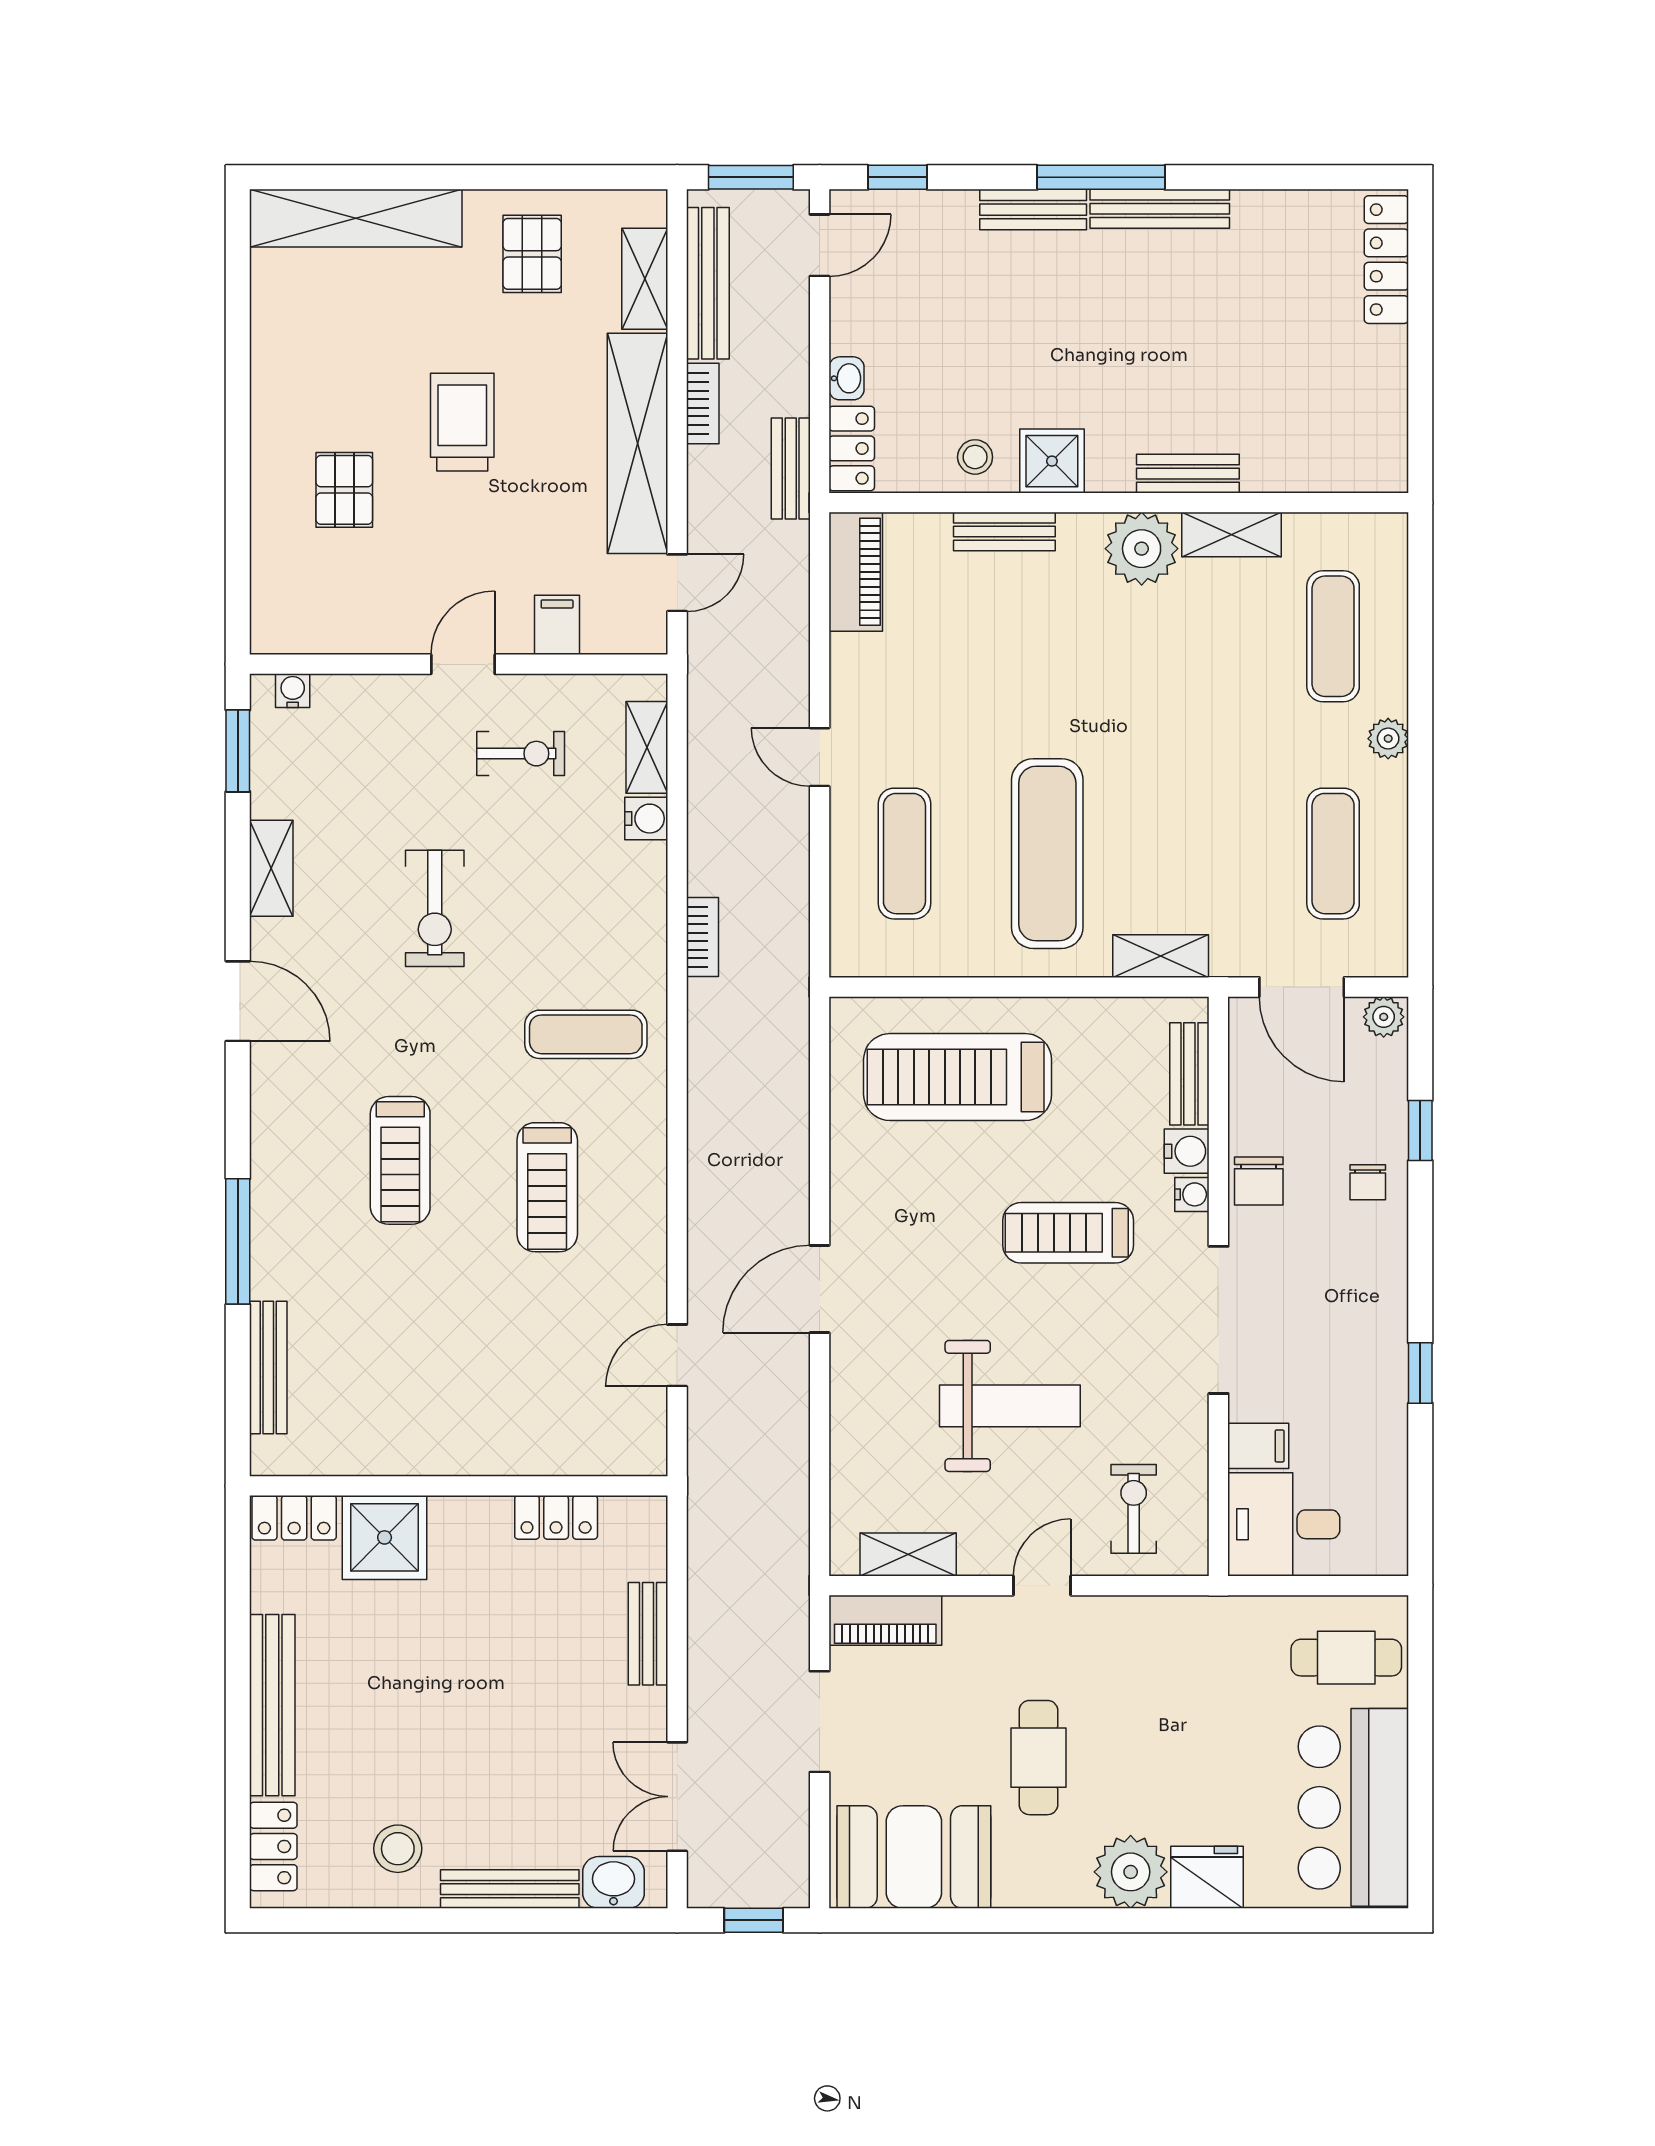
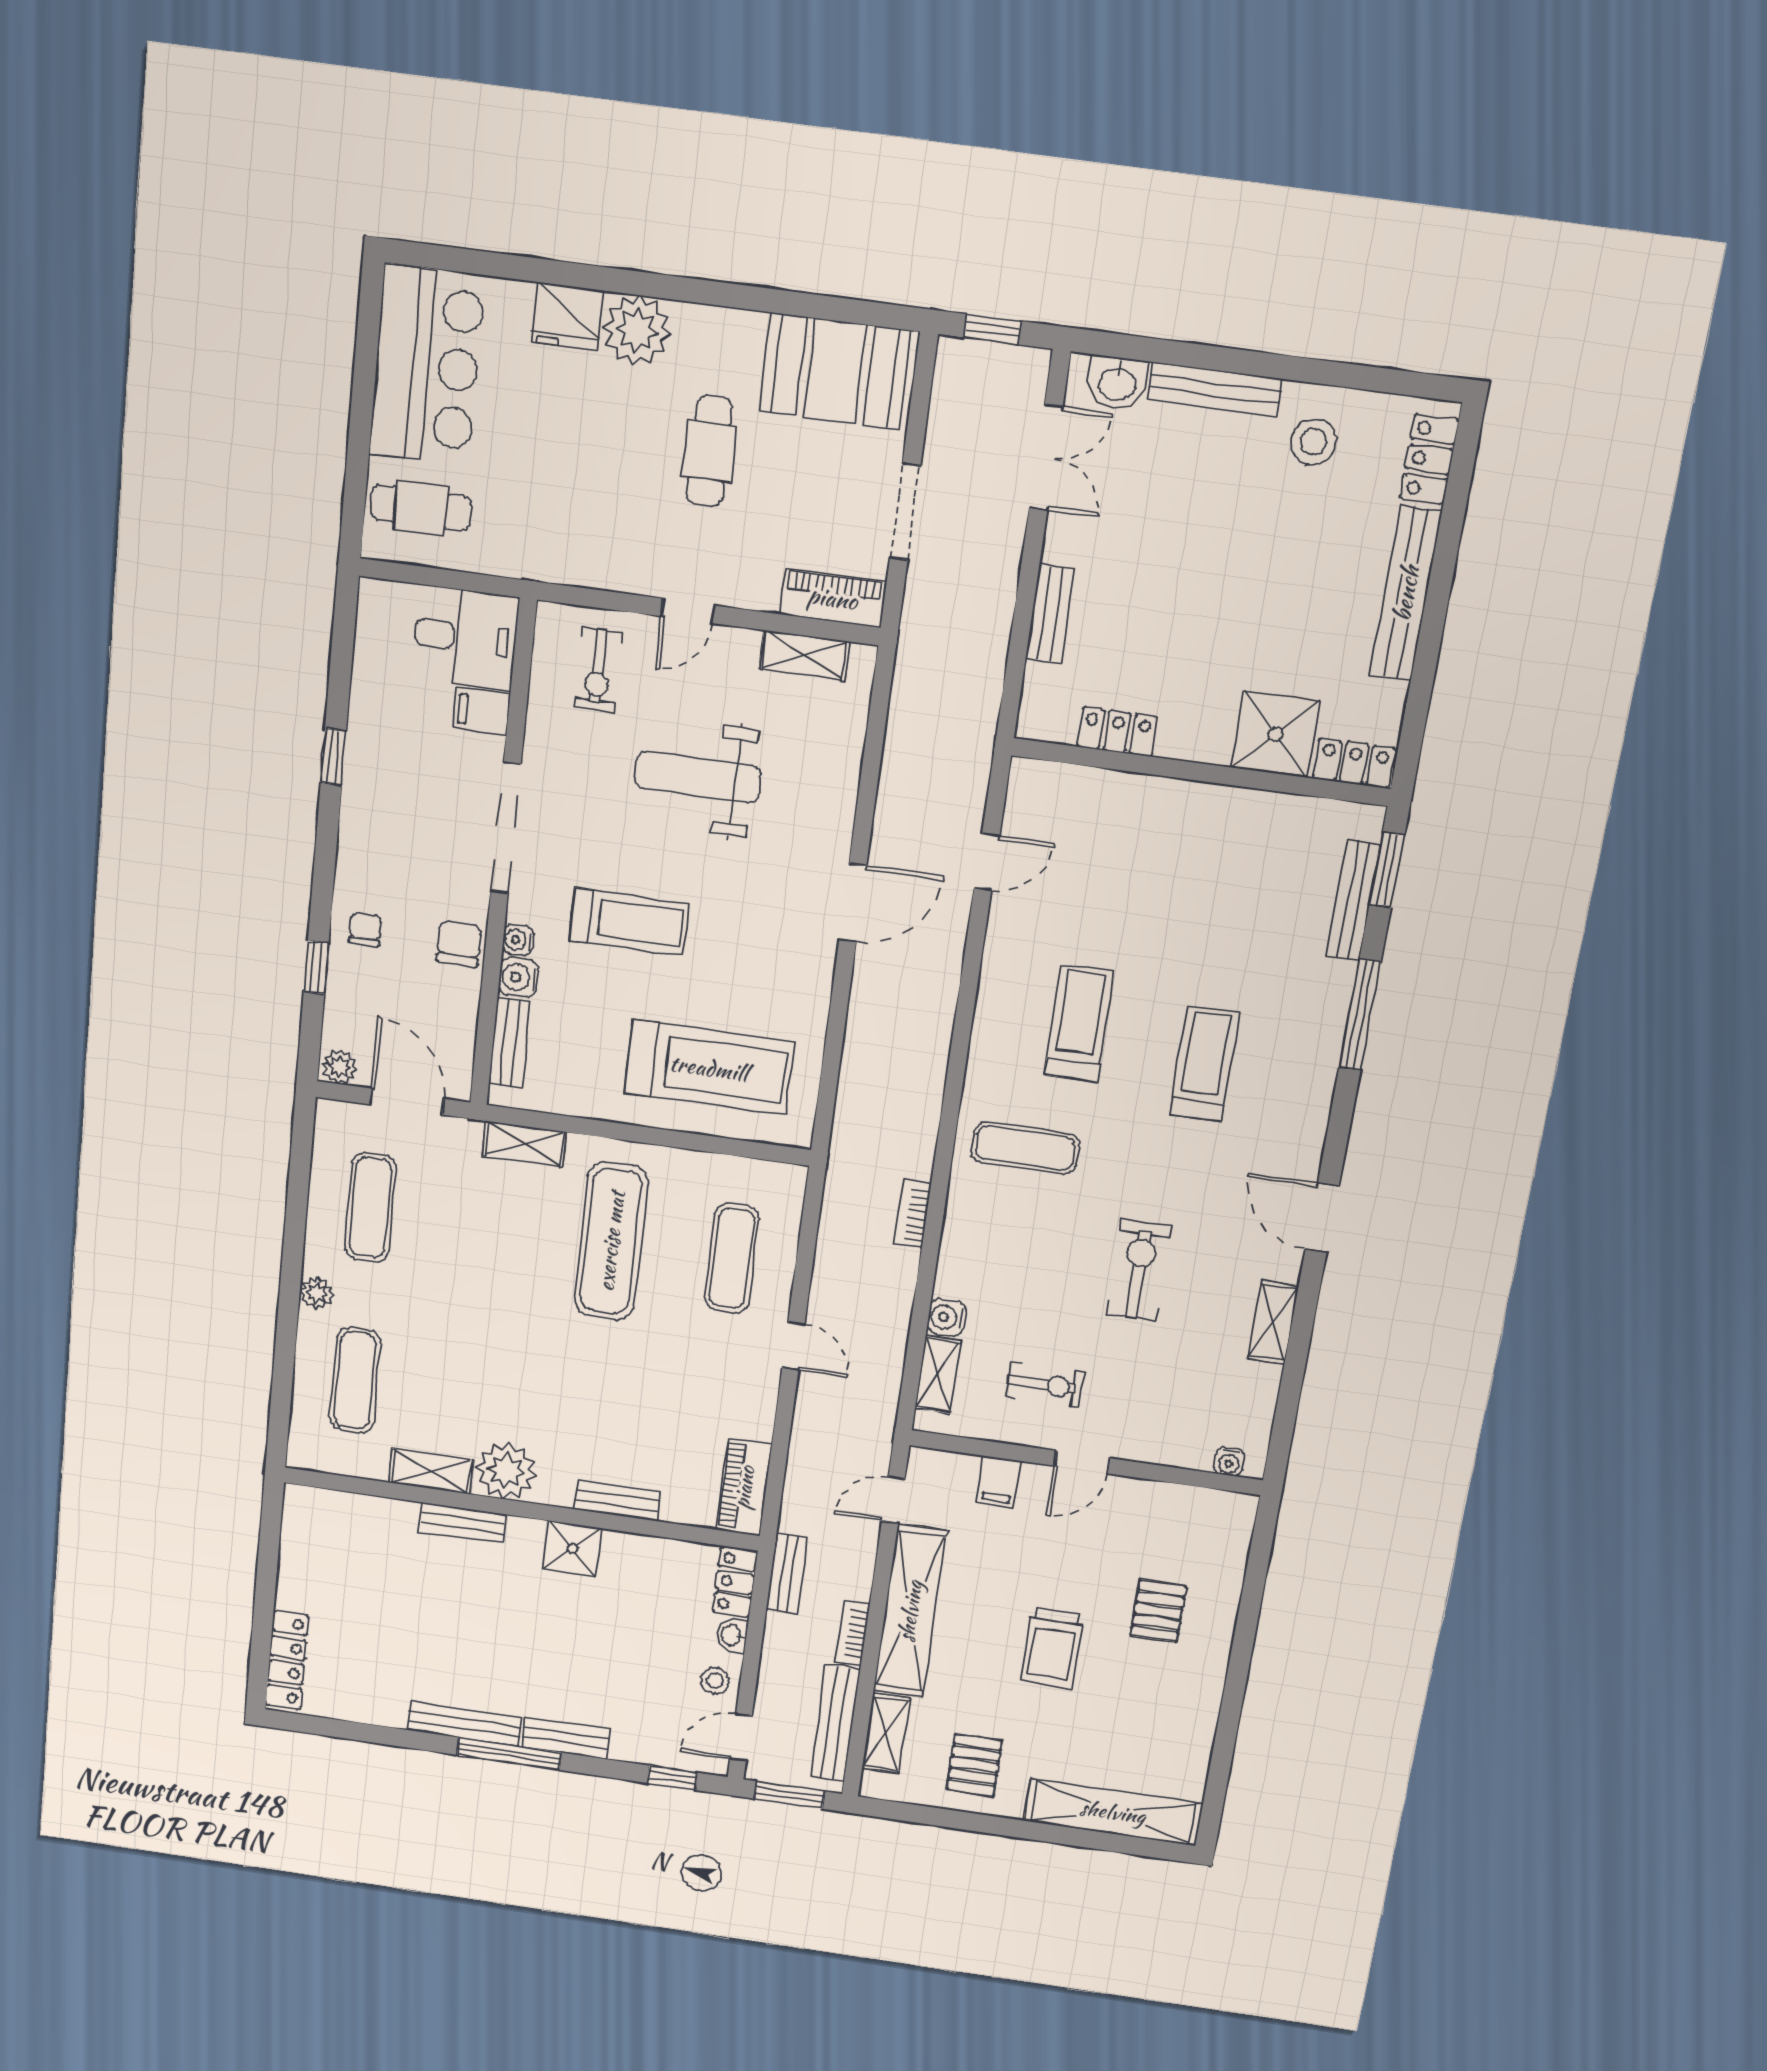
stool: (975, 457) -> (715, 1681), moved
window: (238, 751) -> (1387, 870), moved
exercise bike: (521, 754) -> (1045, 1385), turned 180

